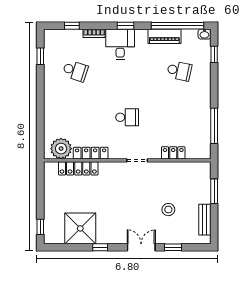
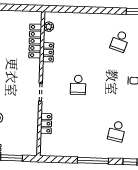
window: (214, 126) -> (93, 161), moved
plant: (61, 149) -> (49, 27), width x0.53, depth x0.53
locker: (91, 153) -> (48, 52), width x0.66

